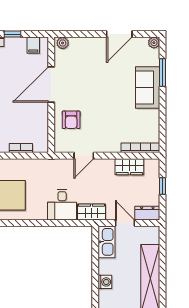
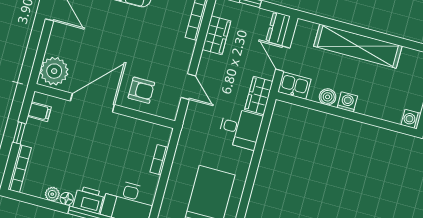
plant: (63, 43) -> (54, 71), width x1.88, depth x1.88
door: (51, 85) -> (92, 103), swing flipped
door: (125, 223) -> (283, 59), hinge flipped
kitchen sink: (107, 242) -> (294, 86), width x0.73
boiler: (105, 266) -> (328, 97), added

